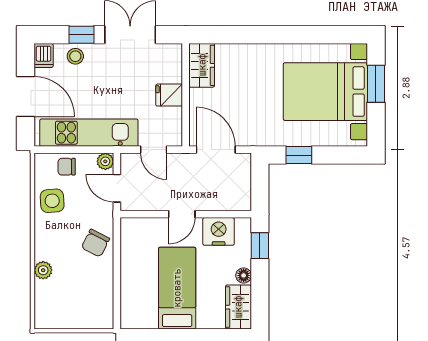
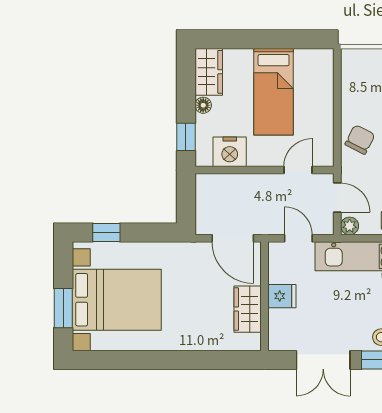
wardrobe: (202, 65) -> (248, 309), moved
window: (299, 155) -> (106, 233), moved
door: (182, 214) -> (298, 170), moved

